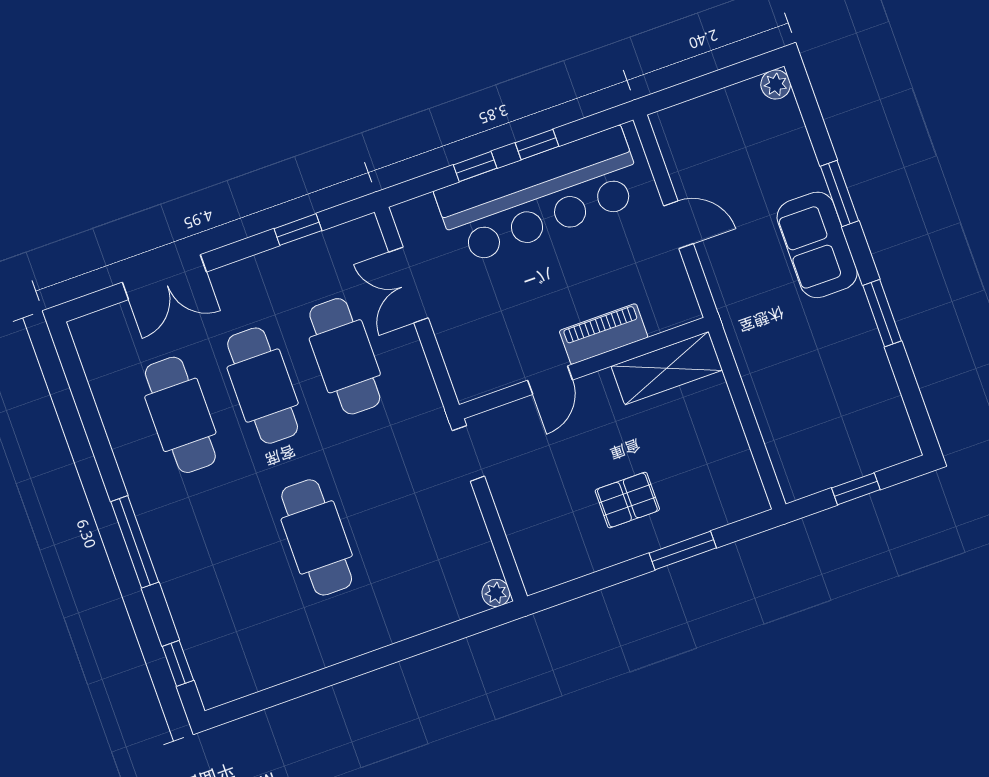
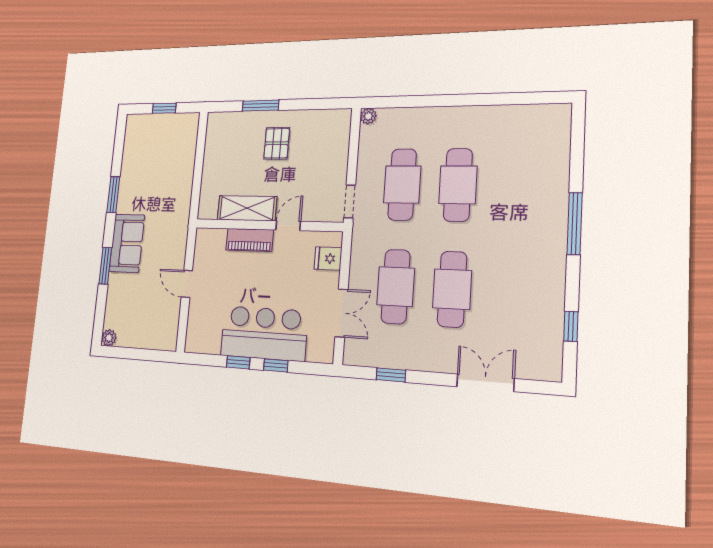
bar counter: (540, 196) -> (264, 333), width x0.73
fridge: (465, 356) -> (328, 258), added
shelving: (667, 368) -> (247, 208), moved
cafe table: (180, 415) -> (402, 184), moved
pallet: (627, 500) -> (277, 143), turned 90
window: (178, 663) -> (571, 326), moved

